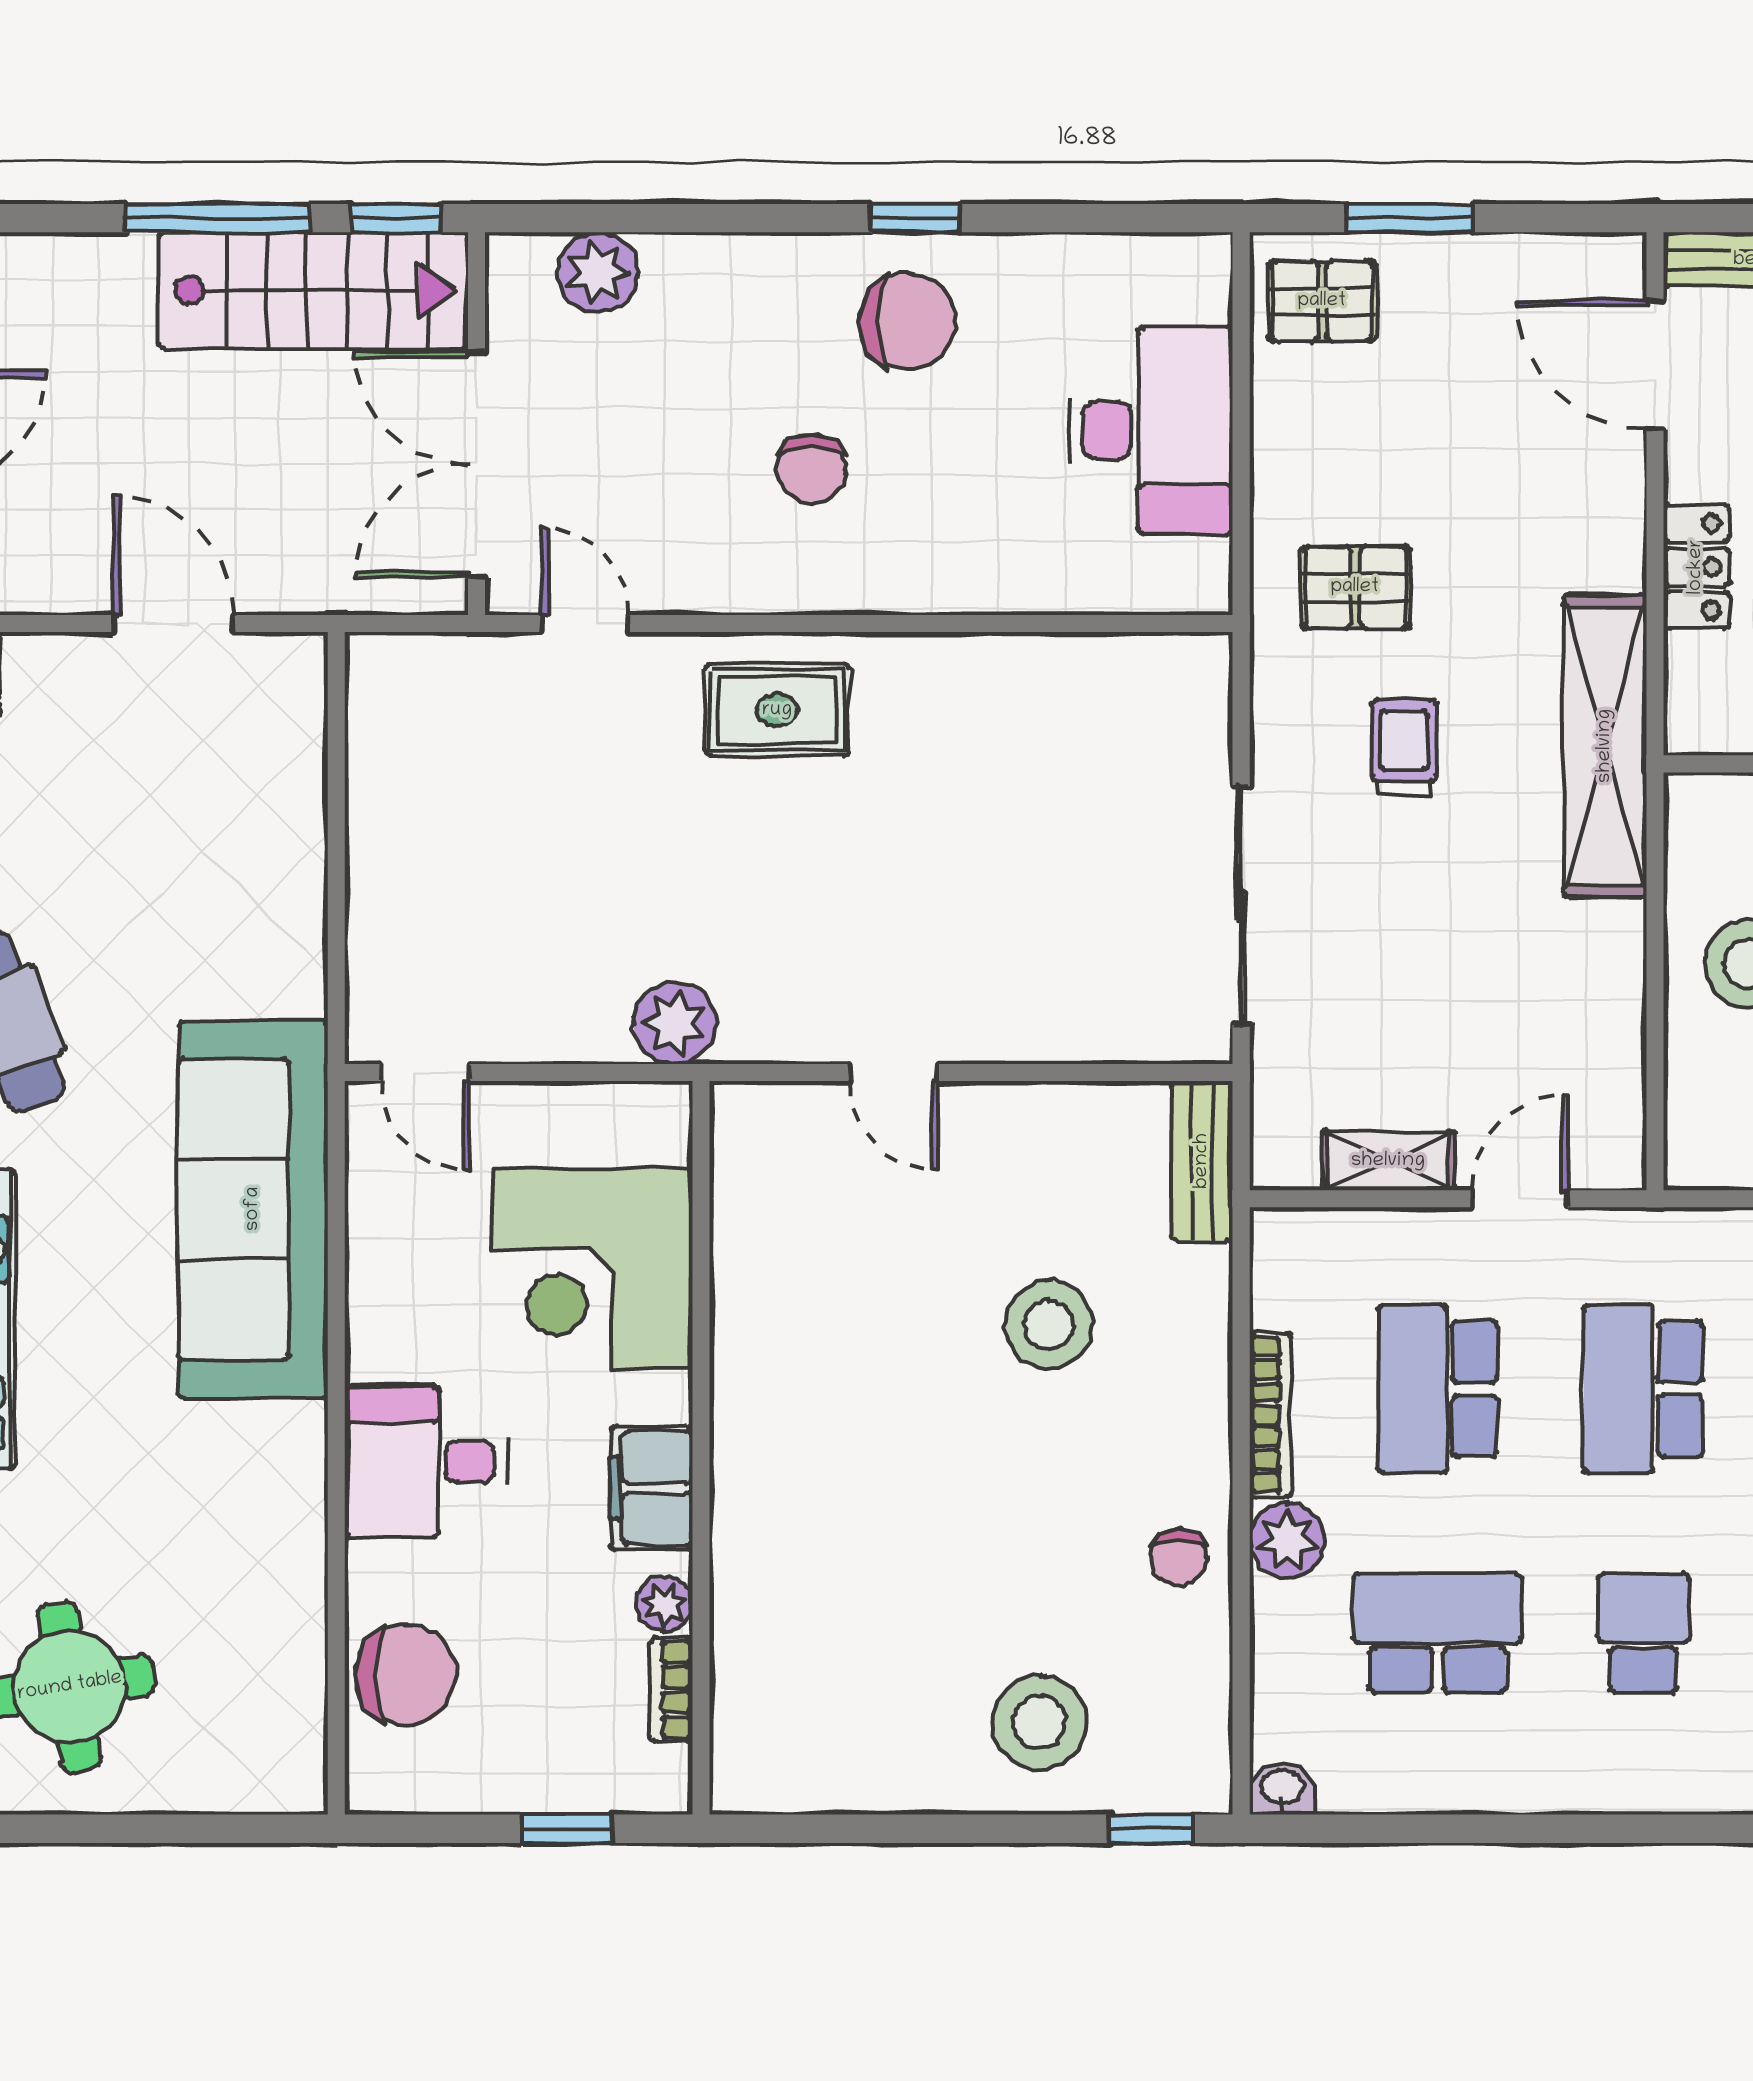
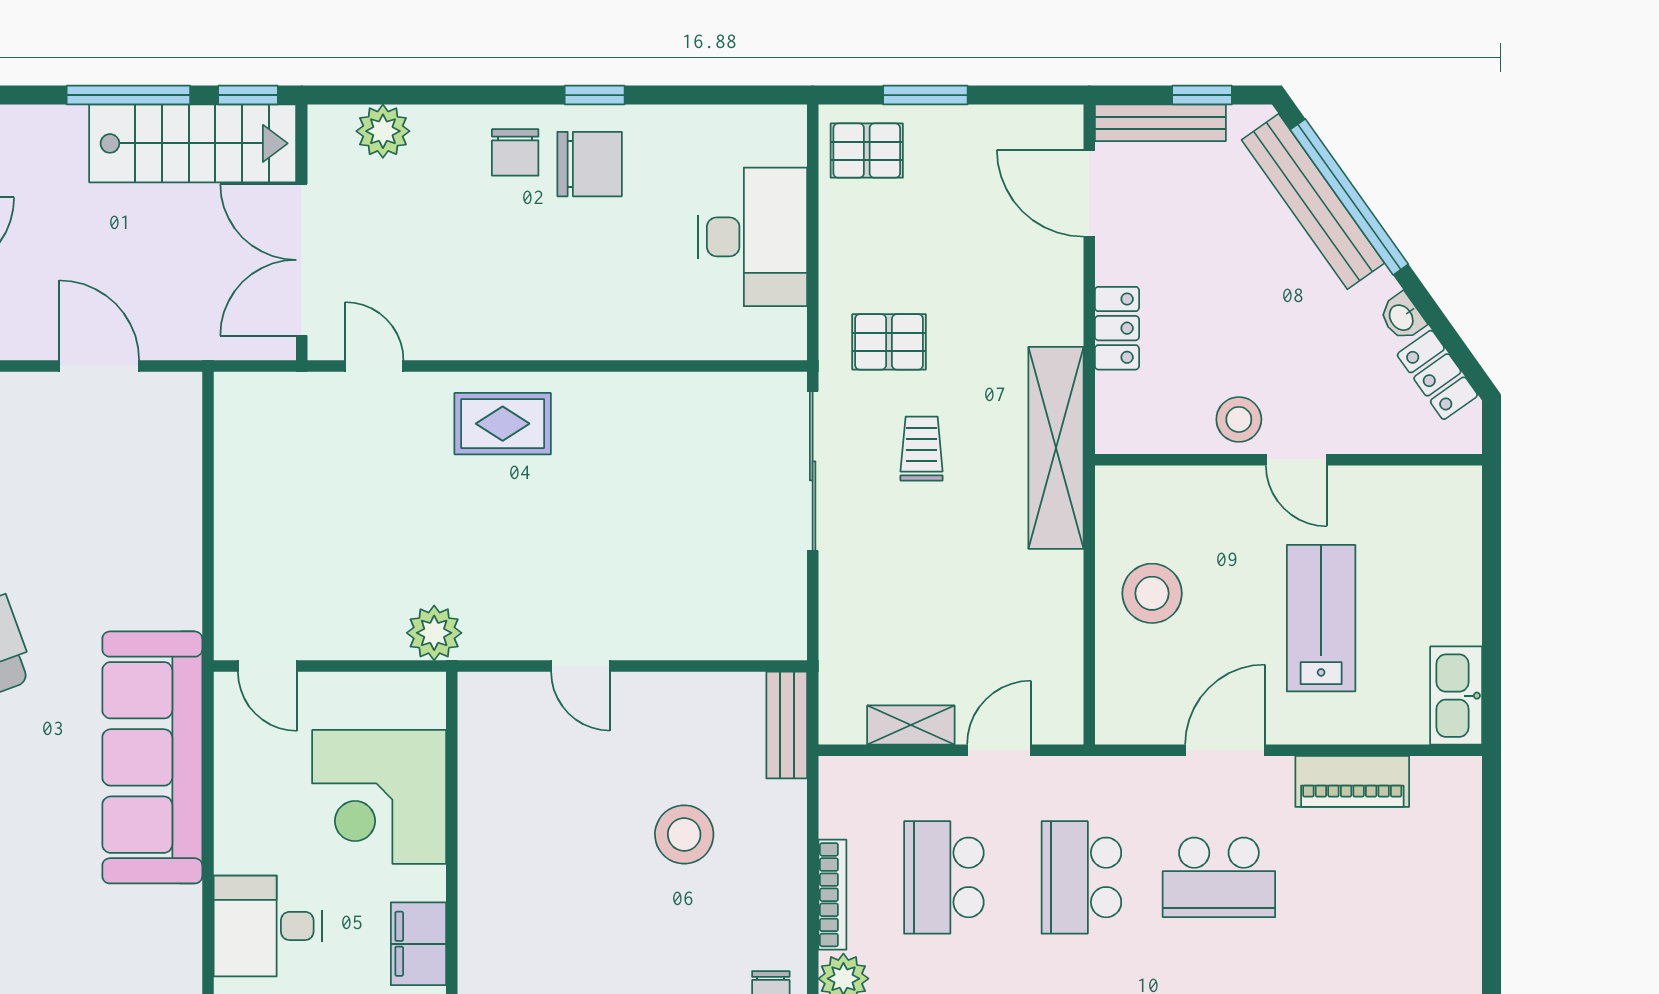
chair: (812, 469) -> (515, 152), moved
sliding door: (1241, 906) -> (813, 471), moved

